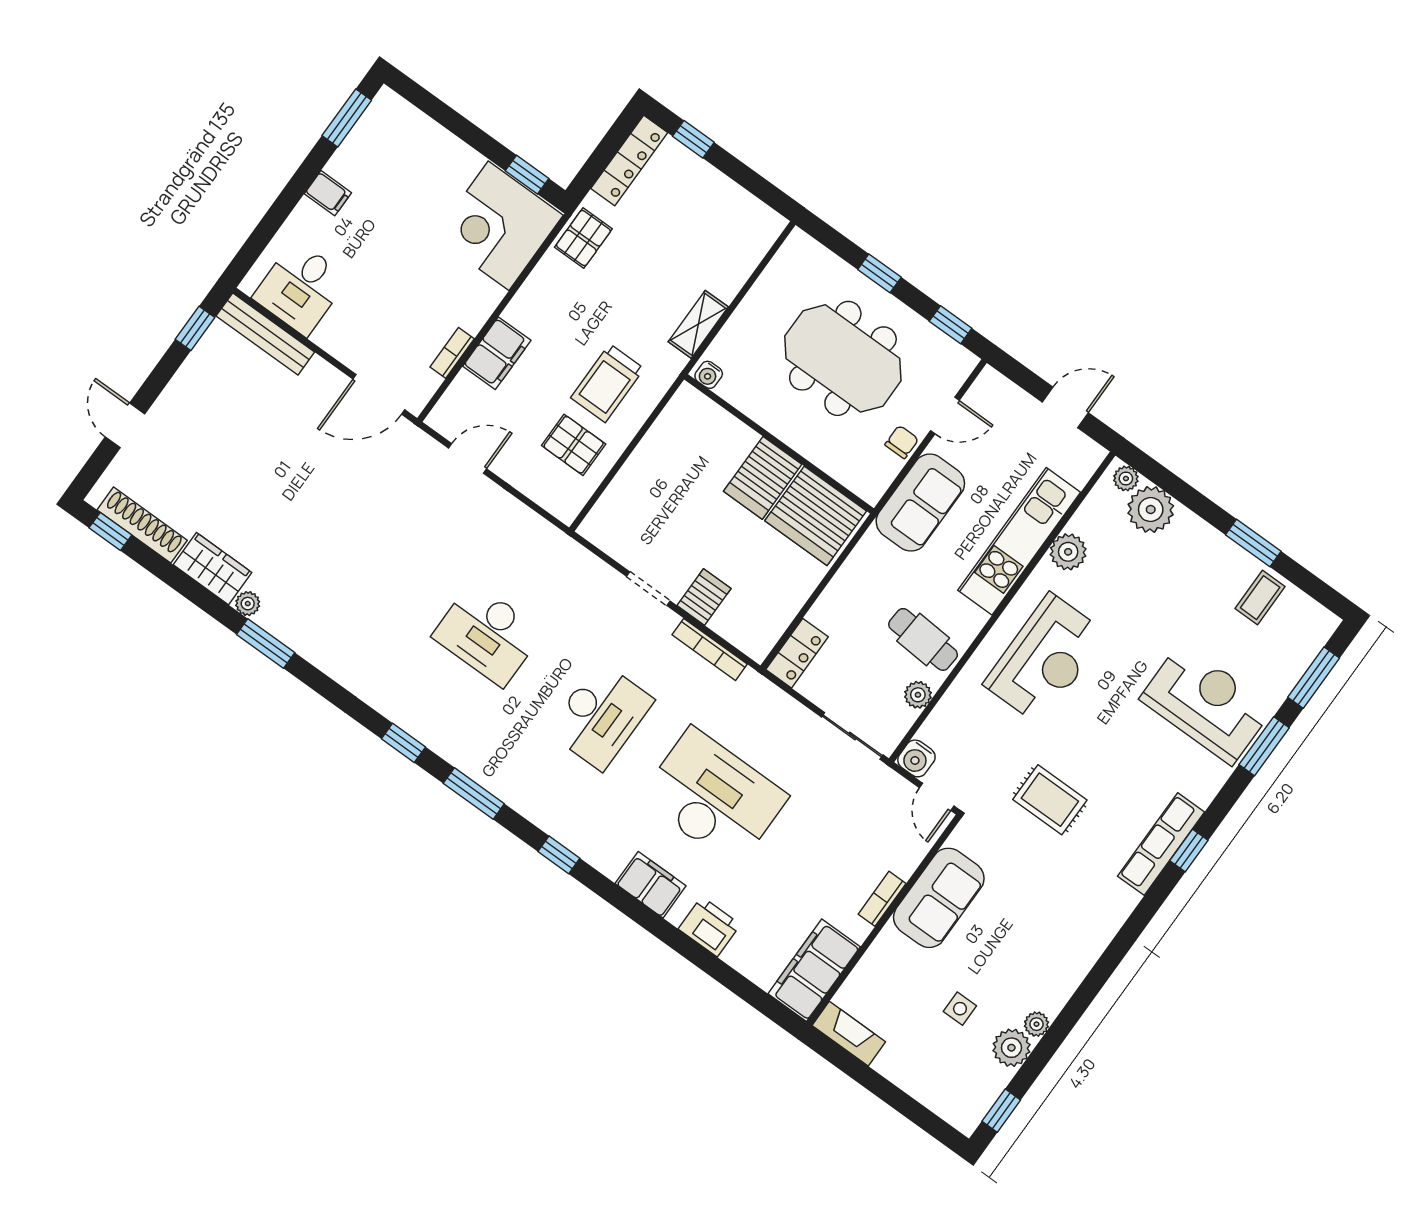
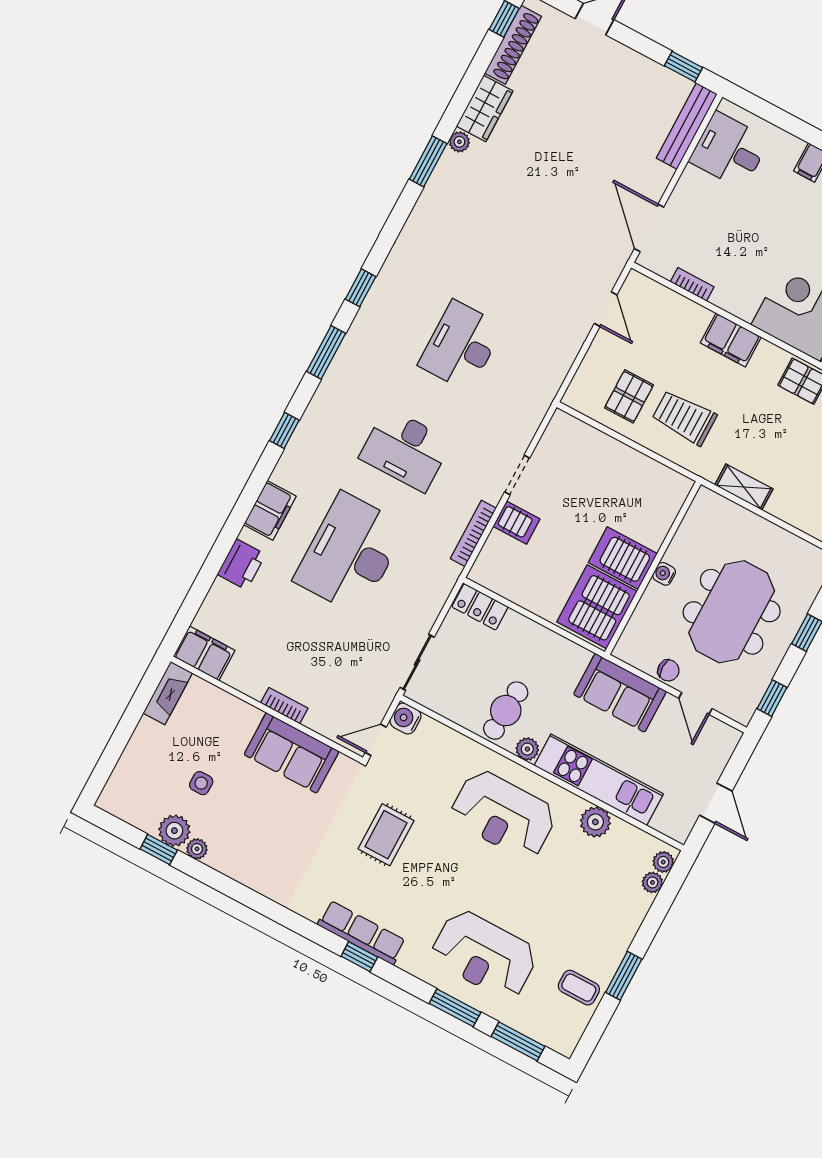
filing cabinet: (497, 353) -> (731, 340), moved
water cooler: (709, 375) -> (664, 574), moved
plant: (1151, 510) -> (652, 882), width x0.53, depth x0.53
plant: (918, 695) -> (527, 749), moved
reception desk: (1206, 703) -> (484, 955), turned 90
desk: (714, 797) -> (350, 553), turned 180
filing cabinet: (814, 970) -> (204, 653), width x0.67, depth x0.86
window: (1001, 1111) -> (159, 850), moved

